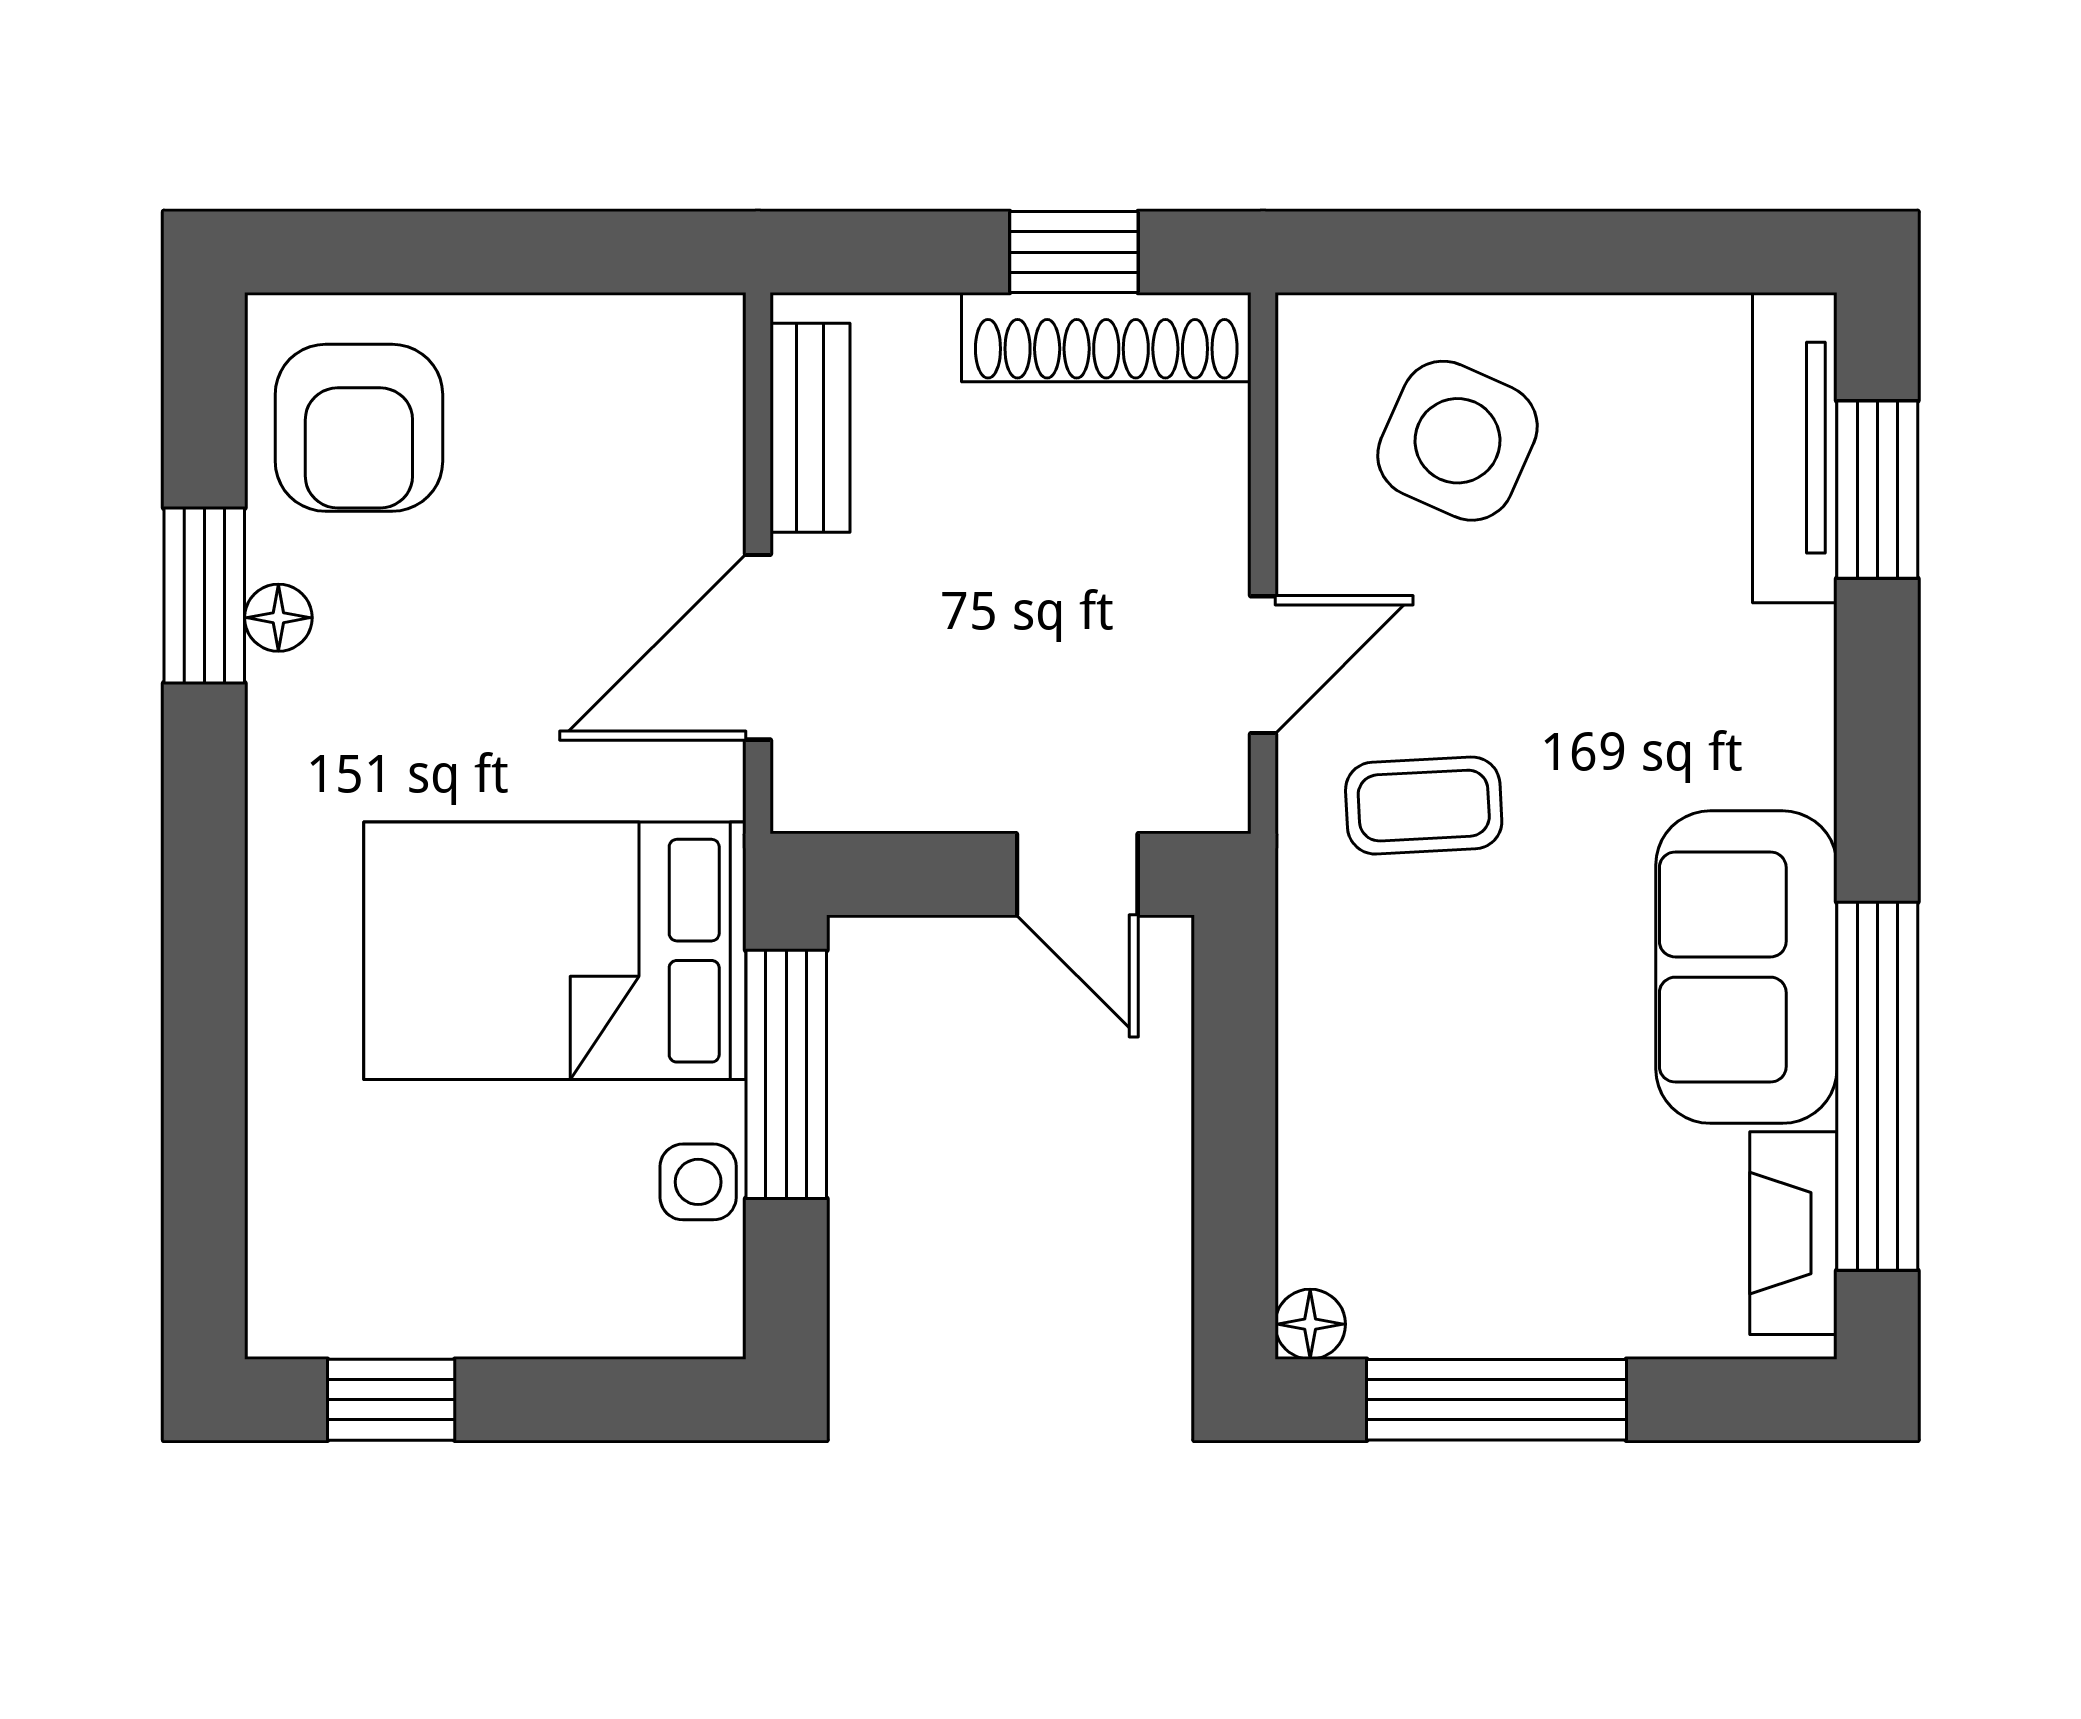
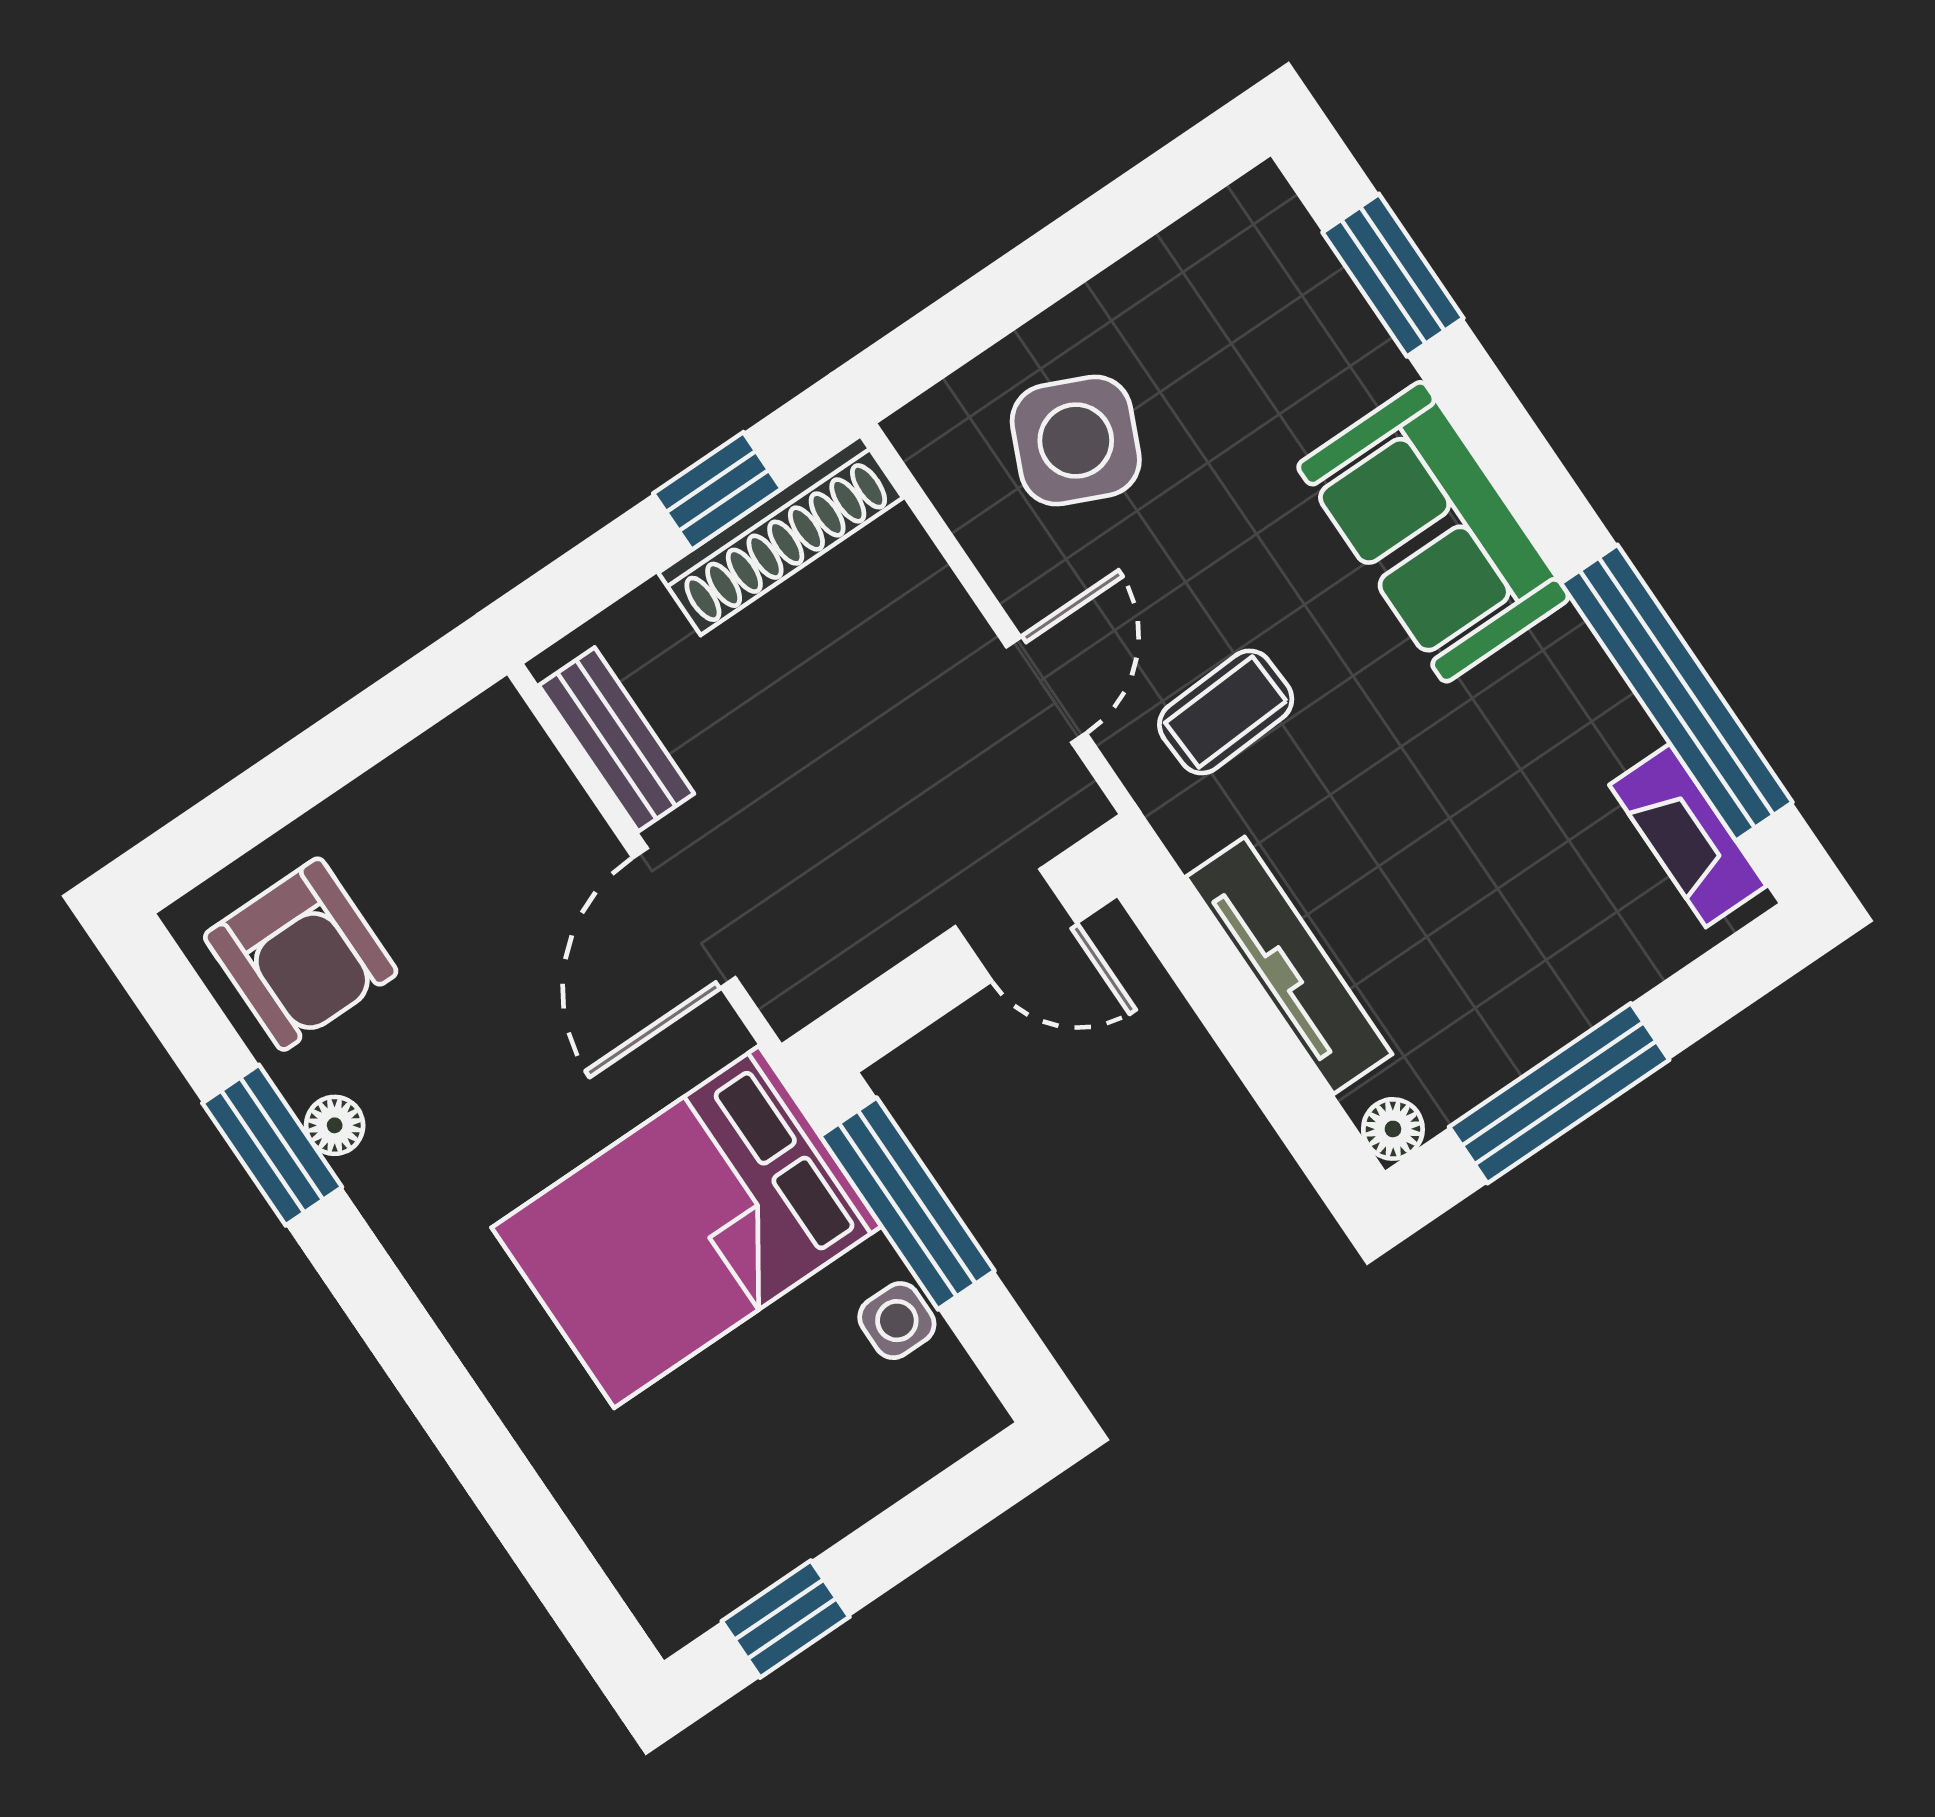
tv unit: (1795, 448) -> (1289, 966), moved, turned 180
sofa: (1746, 967) -> (1433, 532), moved

